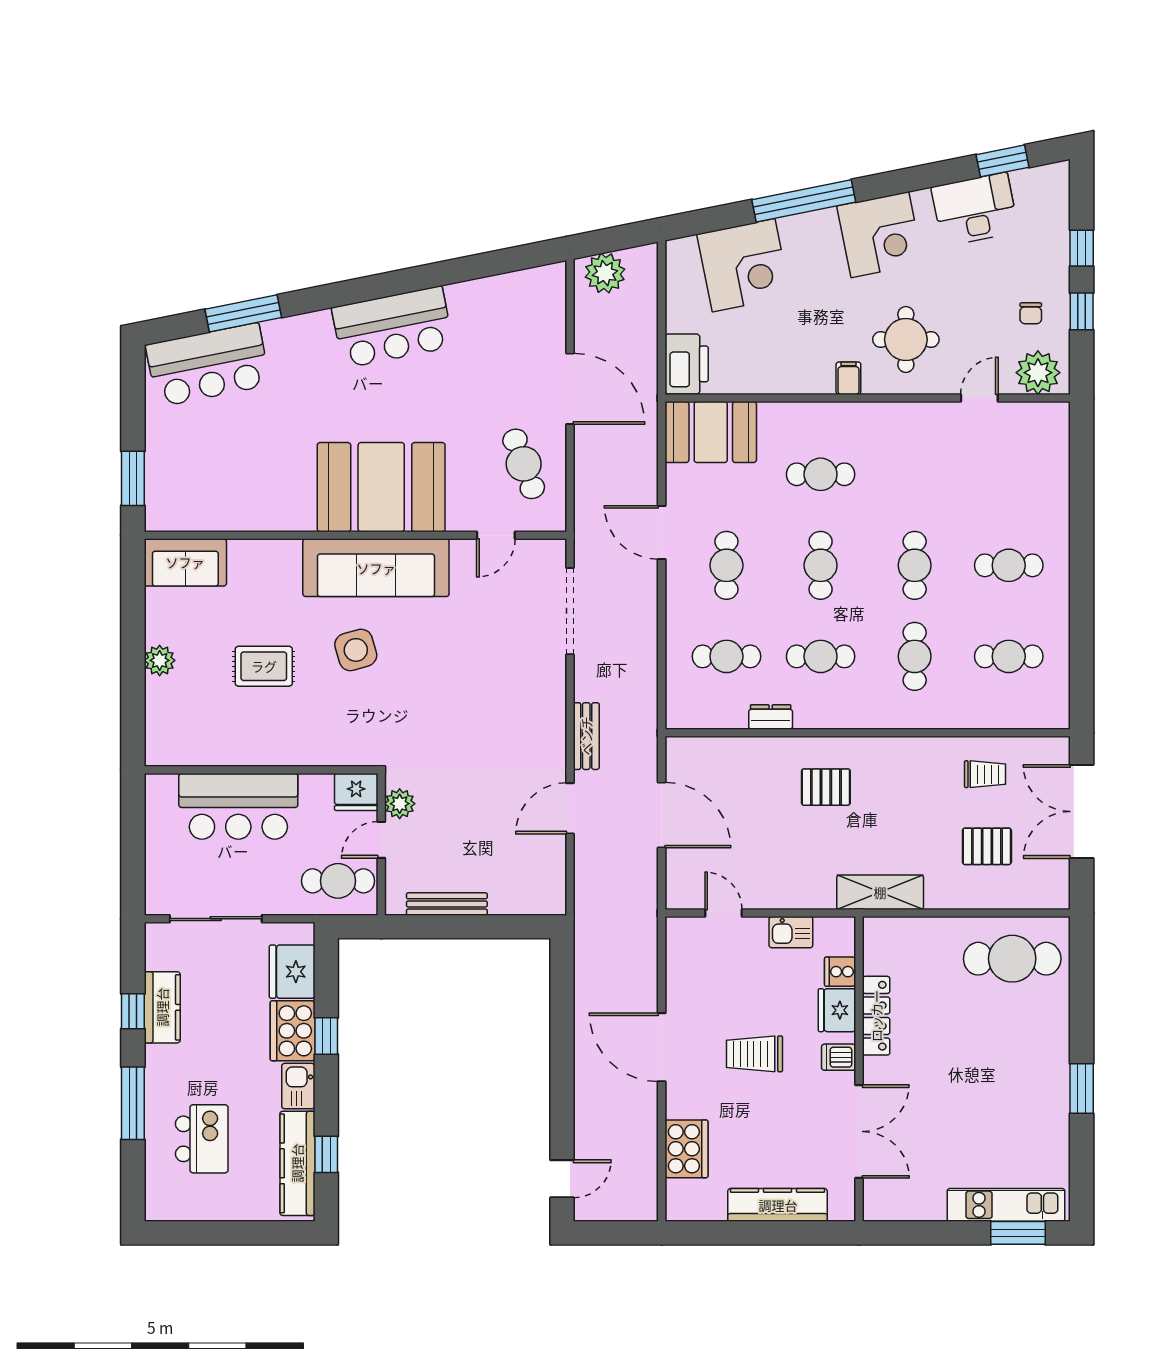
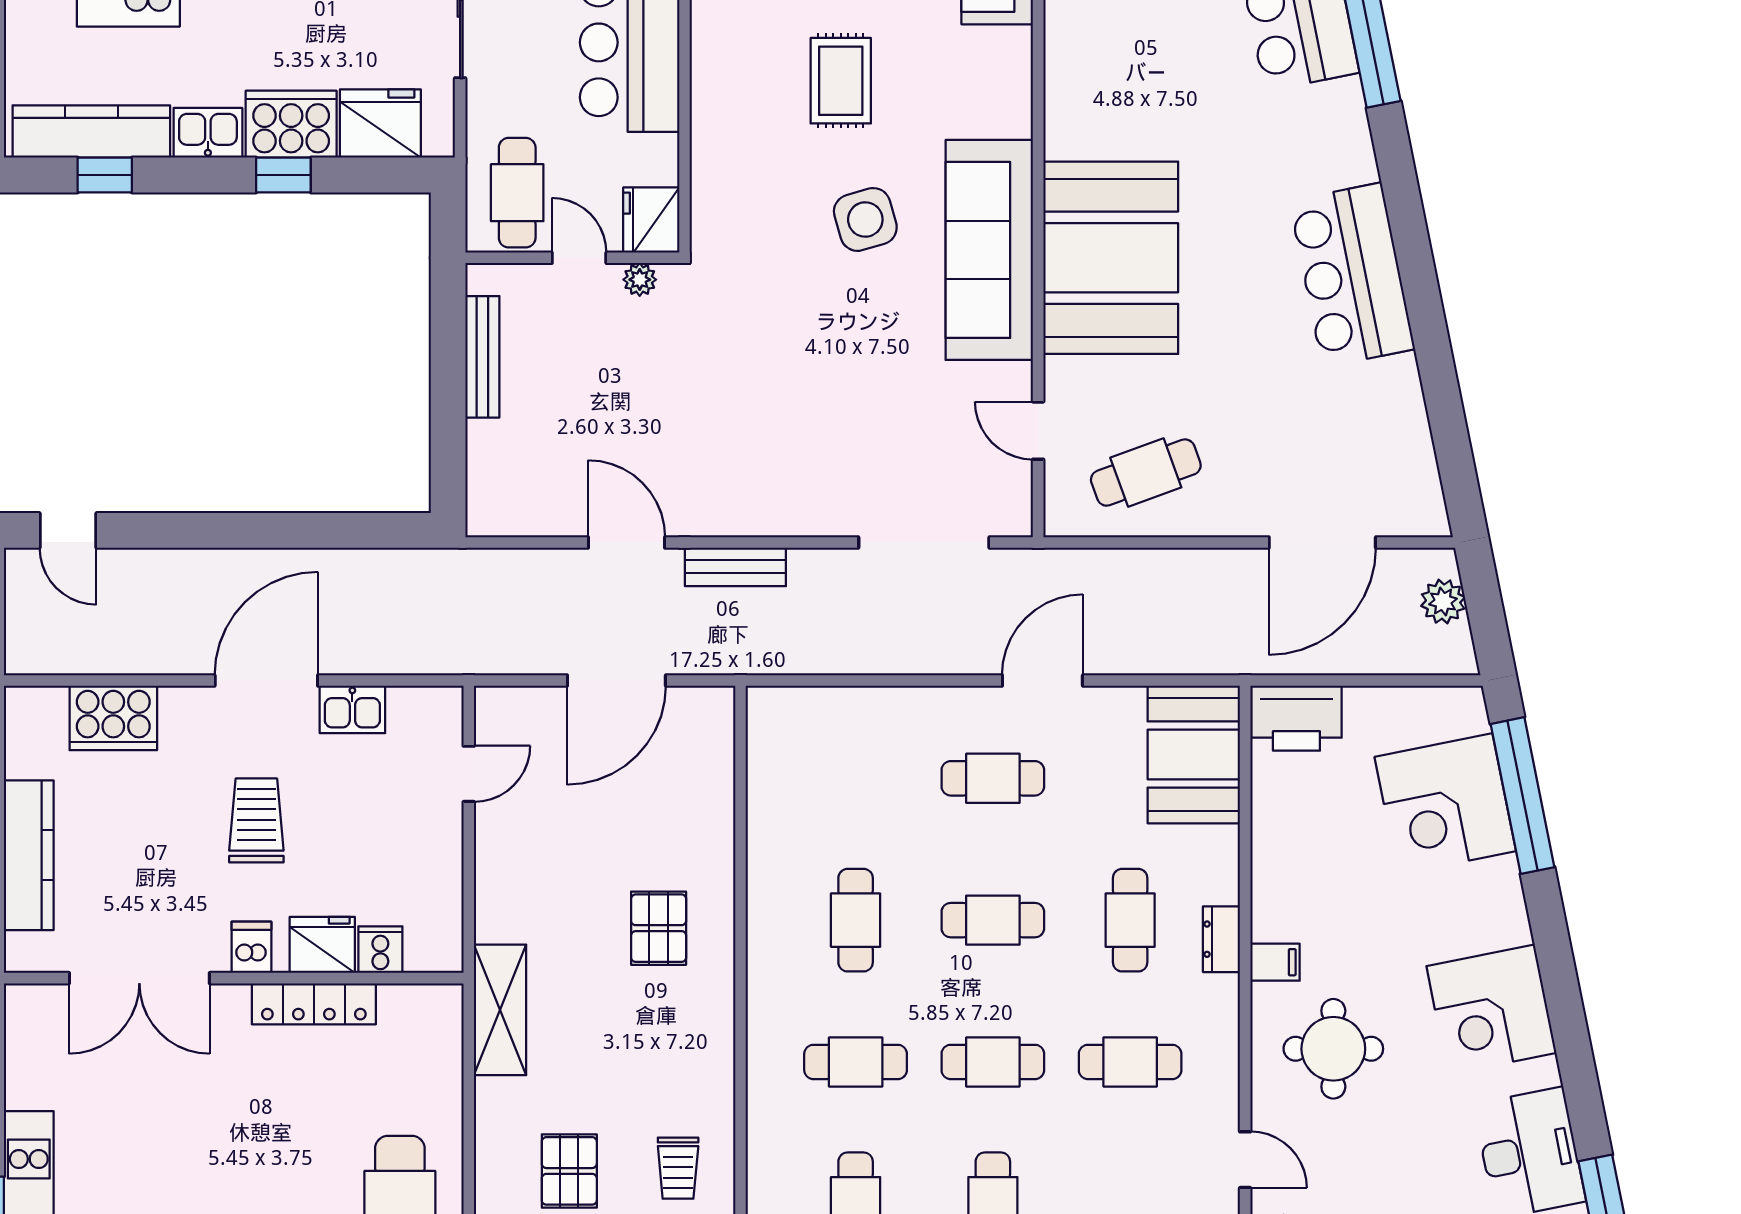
window: (804, 201) -> (1522, 796), moved
plant: (605, 273) -> (1443, 602), width x0.73, depth x0.73
door: (570, 389) -> (1322, 542), moved
cafe table: (726, 656) -> (1130, 1062), moved, turned 90
dresser: (771, 717) -> (1221, 939), moved, turned 180
plant: (400, 804) -> (640, 280), width x0.73, depth x0.73
kitchen sink: (791, 932) -> (352, 709), moved, turned -90

